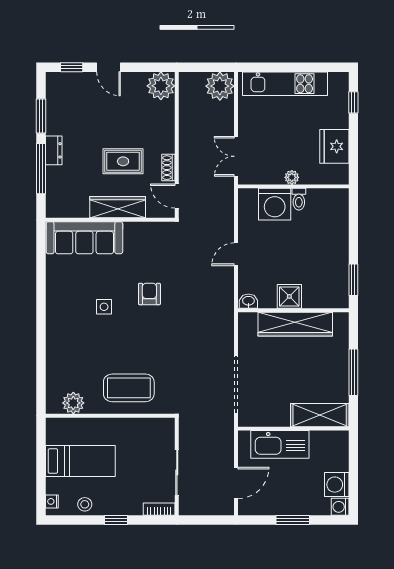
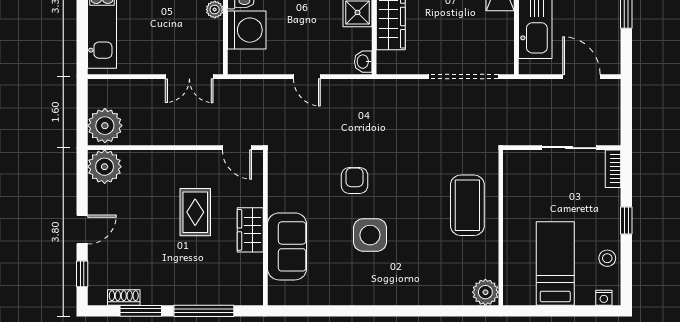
plant: (220, 86) -> (105, 126), moved
dresser: (54, 150) -> (182, 295), removed
shoe rack: (168, 168) -> (124, 297), moved, turned 180
door: (177, 196) -> (237, 148), hinge flipped
wardrobe: (118, 207) -> (250, 230), width x0.67
sofa: (84, 238) -> (287, 246), width x0.73
armchair: (149, 294) -> (355, 181), turned 90
side table: (104, 307) -> (370, 235), width x1.87, depth x1.87
plant: (73, 403) -> (485, 292), moved

